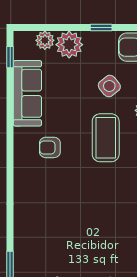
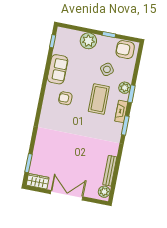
plant: (45, 40) -> (75, 36), removed
sofa: (27, 93) -> (58, 69), width x0.73

